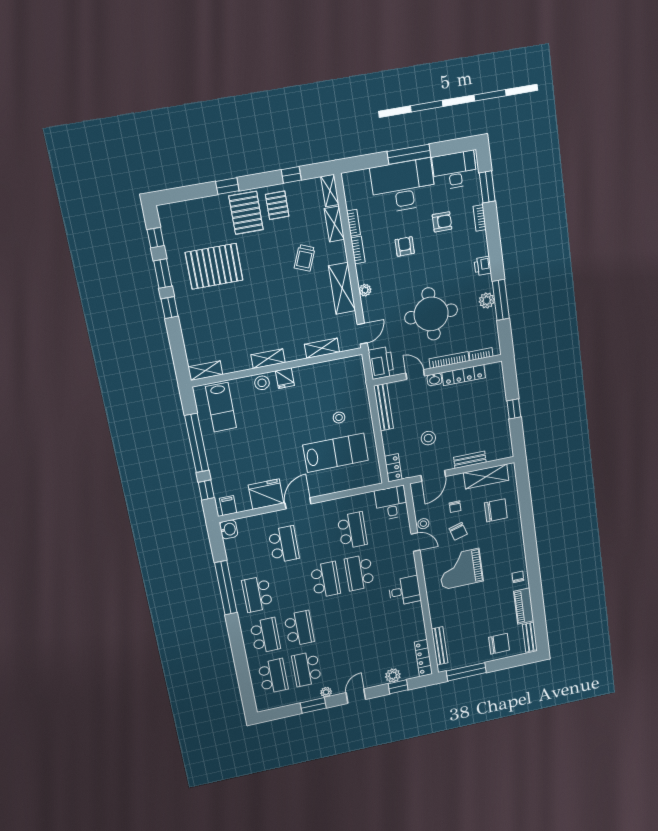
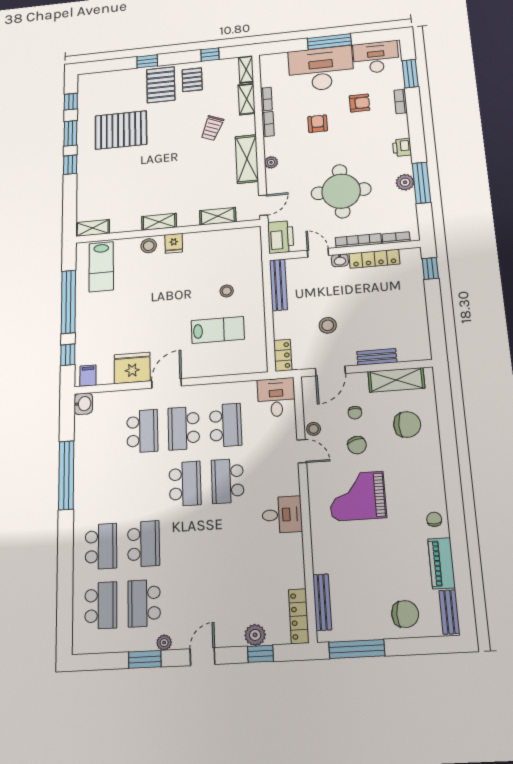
window: (514, 409) -> (430, 268), moved
lab bench: (336, 453) -> (218, 330), width x0.73, depth x0.72
school desk: (257, 594) -> (184, 428), moved

